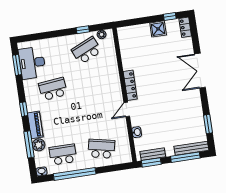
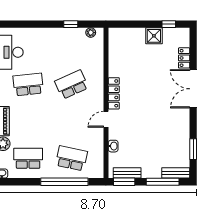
locker: (185, 27) -> (184, 58), moved
school desk: (87, 50) -> (72, 84), moved
bench: (191, 148) -> (176, 173), width x0.73
window: (75, 174) -> (64, 182), moved

